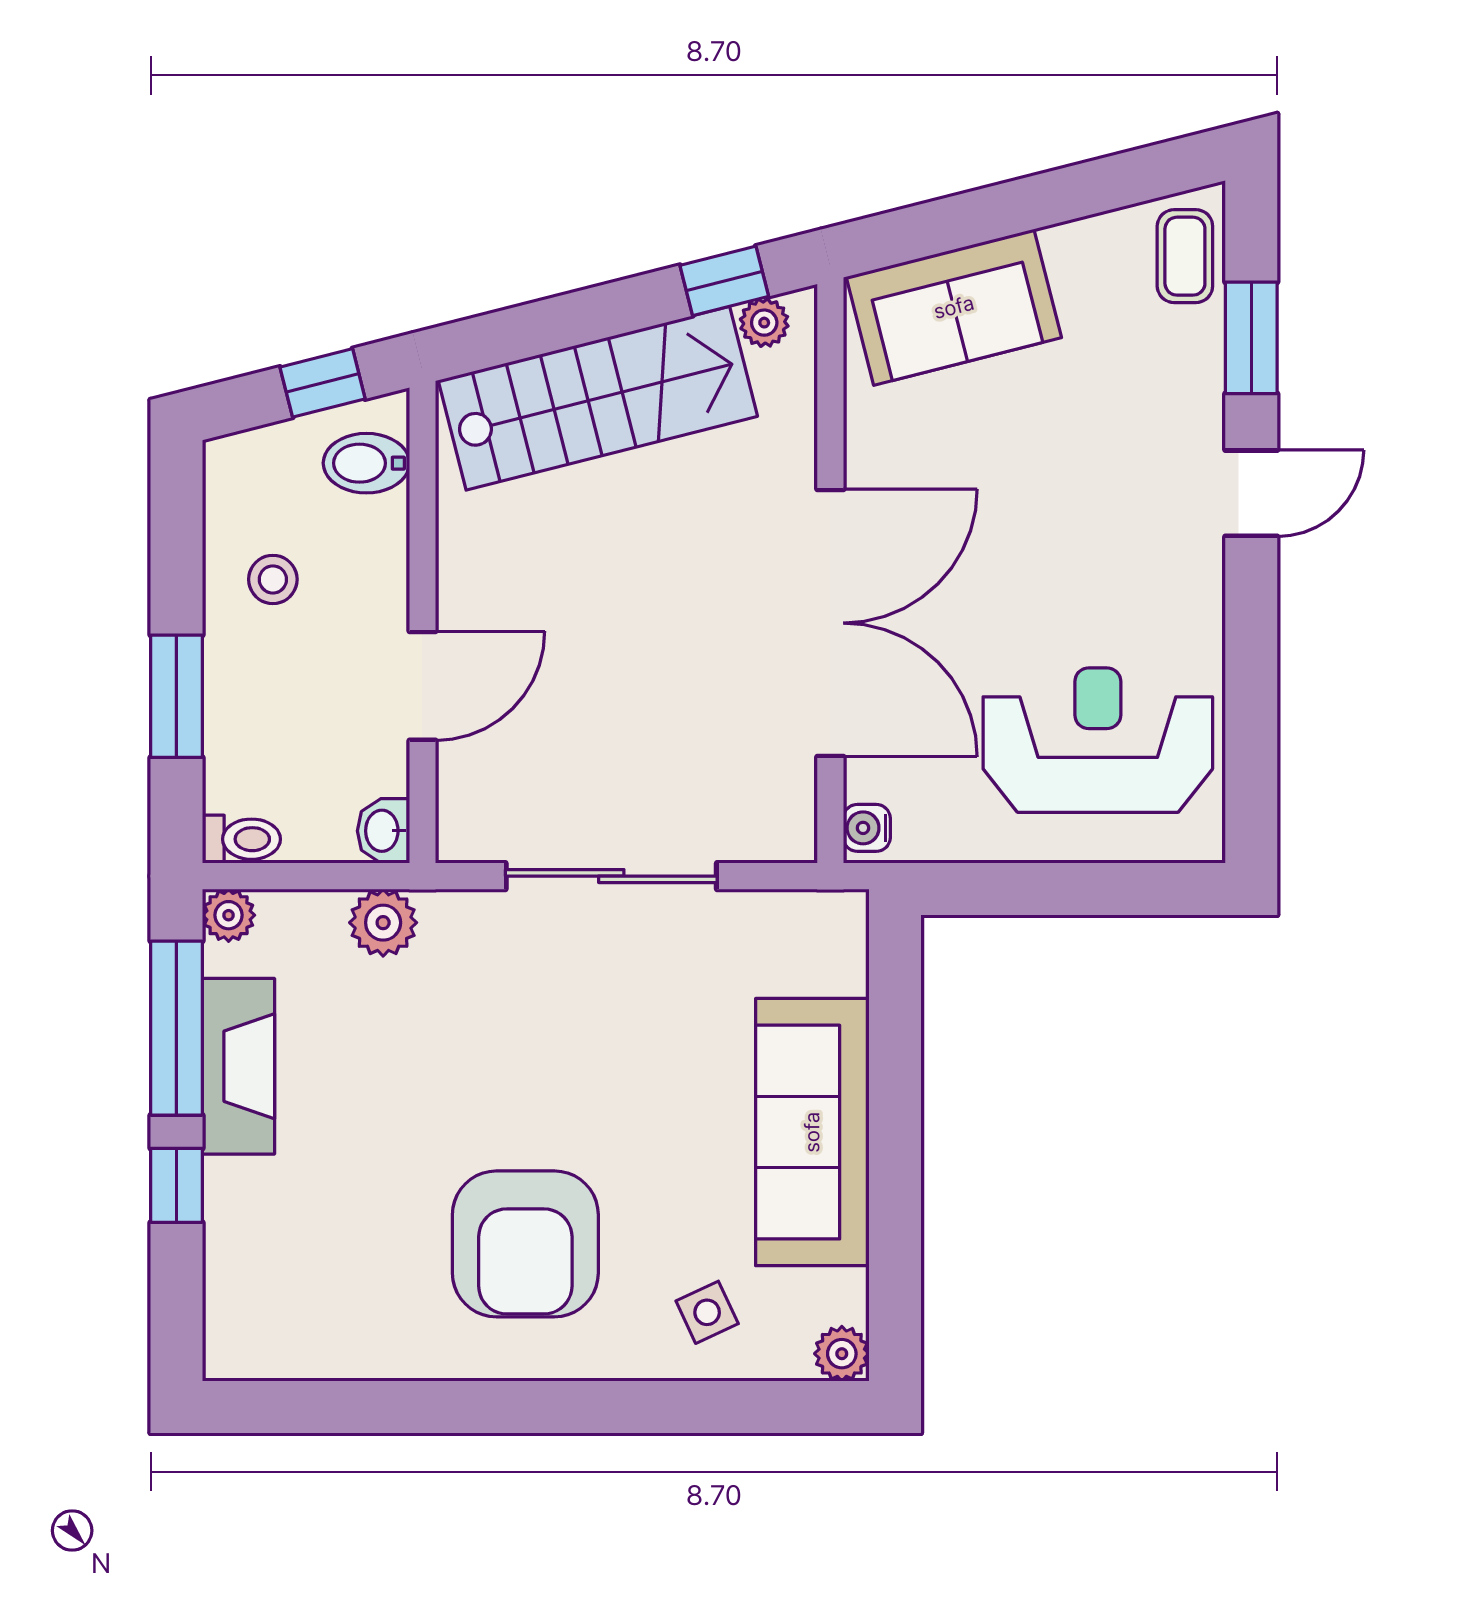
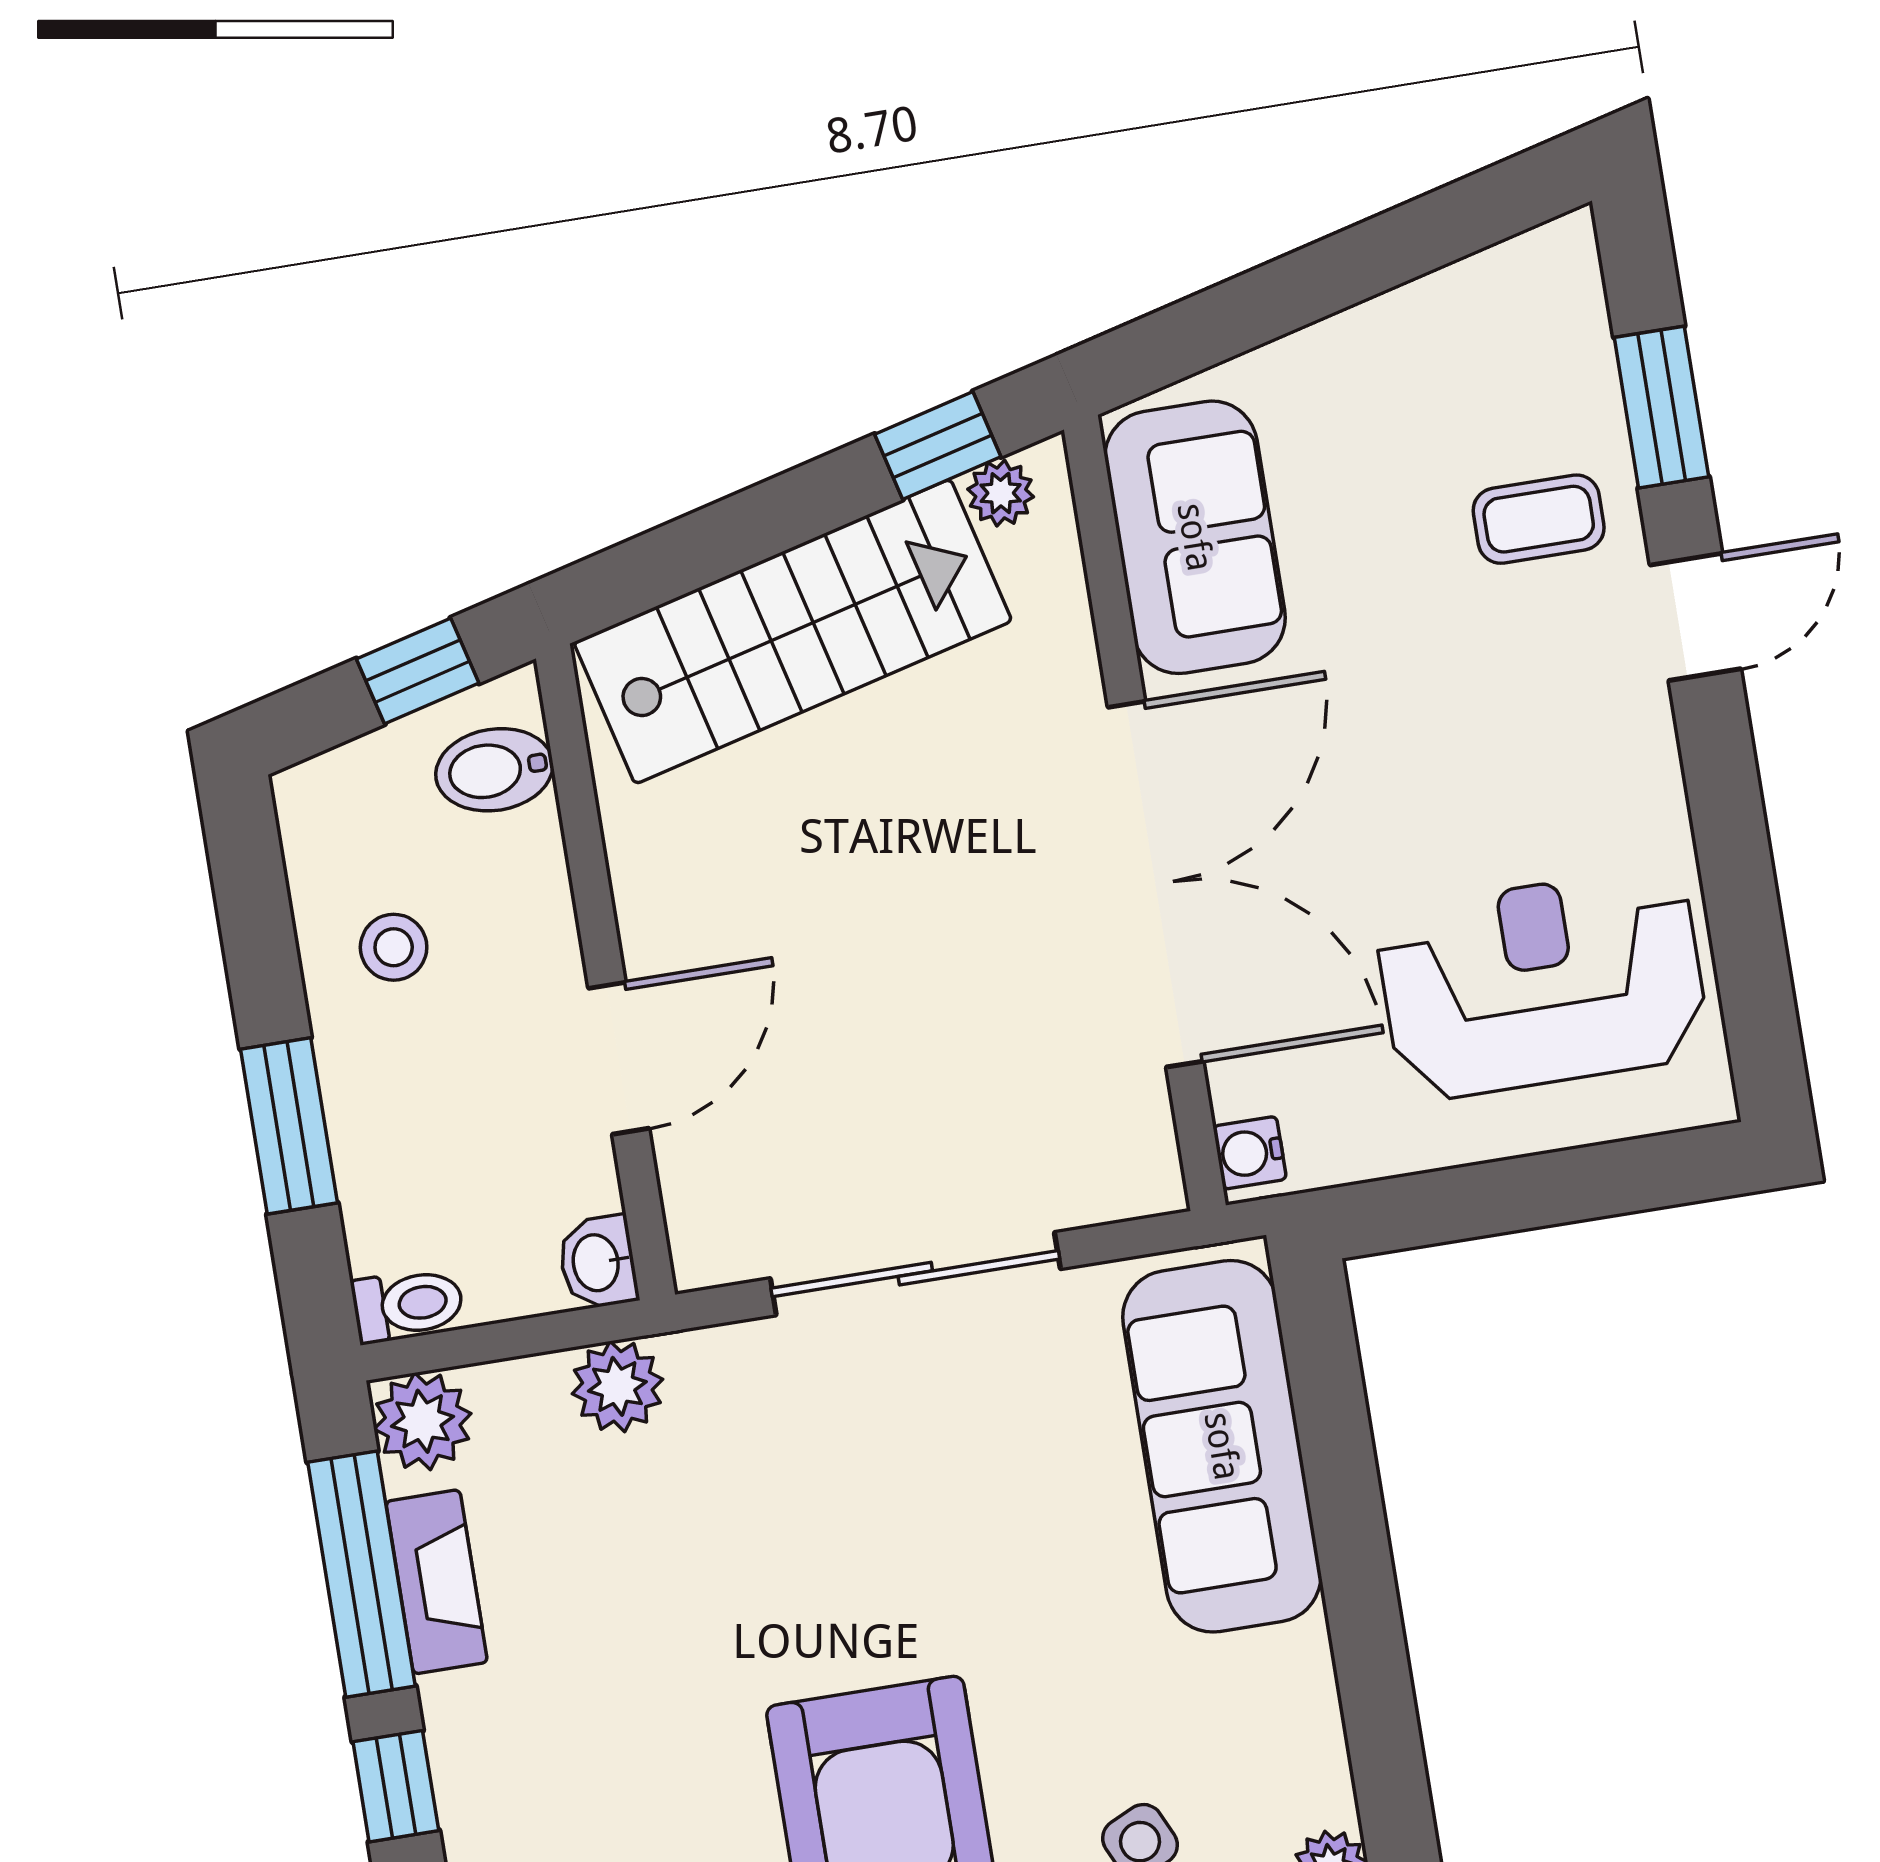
coffee table: (1185, 256) -> (1539, 519), moved, turned 90
sofa: (954, 307) -> (1195, 537), moved, turned -76
plant: (229, 915) -> (423, 1421), width x1.38, depth x1.38
fireplace: (238, 1066) -> (437, 1582), width x0.73, depth x0.76
sofa: (812, 1132) -> (1222, 1446), moved

